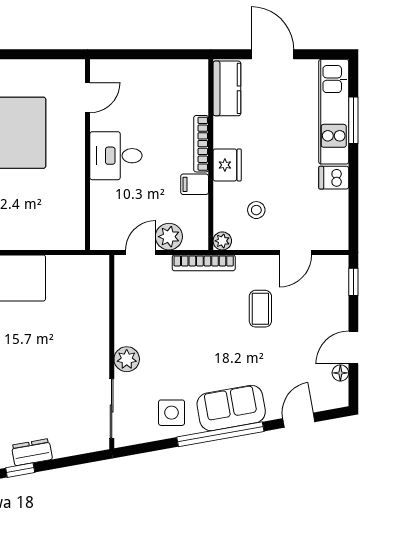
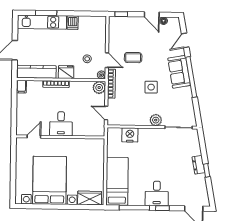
kitchen counter: (227, 88) -> (37, 72), width x1.50
door: (88, 98) -> (34, 137), hinge flipped
filing cabinet: (195, 184) -> (21, 87), moved
plant: (169, 237) -> (99, 88), moved
door: (295, 252) -> (107, 60), moved
nightstand: (94, 304) -> (130, 135), added
side table: (172, 413) -> (151, 87), moved
door: (299, 420) -> (185, 40), hinge flipped

